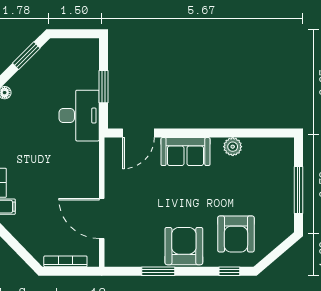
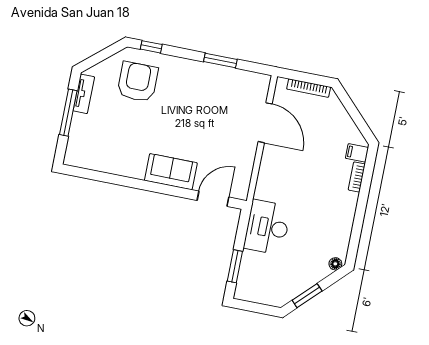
window: (104, 87) -> (235, 266), moved
plant: (233, 147) -> (124, 167), removed
tv unit: (287, 212) -> (84, 94), added
armchair: (184, 246) -> (191, 80), removed

